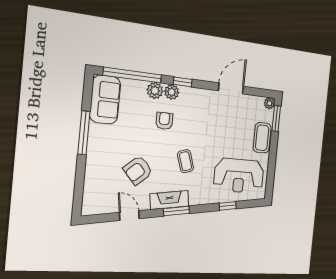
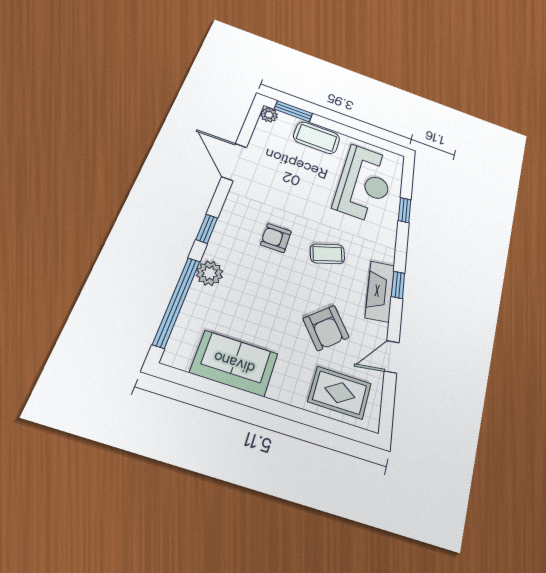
plant: (172, 92) -> (218, 249), removed
sofa: (105, 100) -> (234, 363), moved
armchair: (164, 121) -> (276, 238), moved
window: (84, 133) -> (250, 399), removed
rug: (100, 187) -> (340, 393), added
window: (176, 211) -> (398, 285), width x0.67

